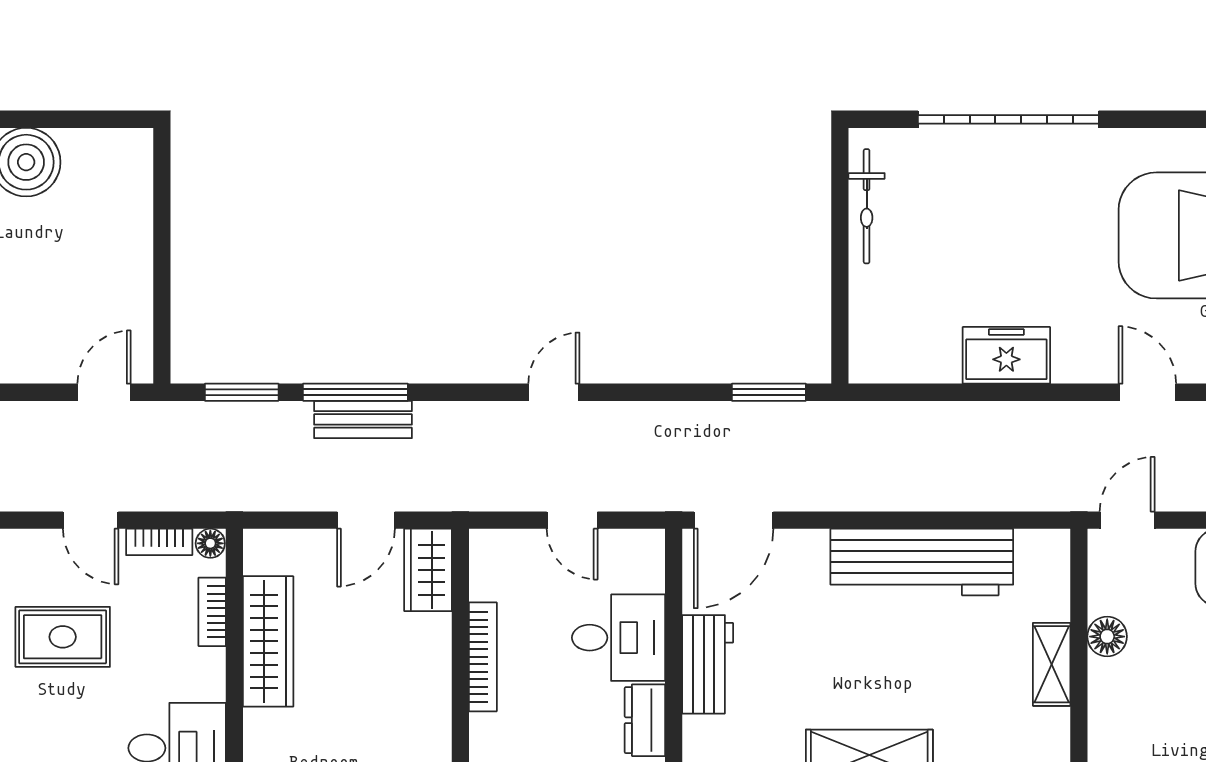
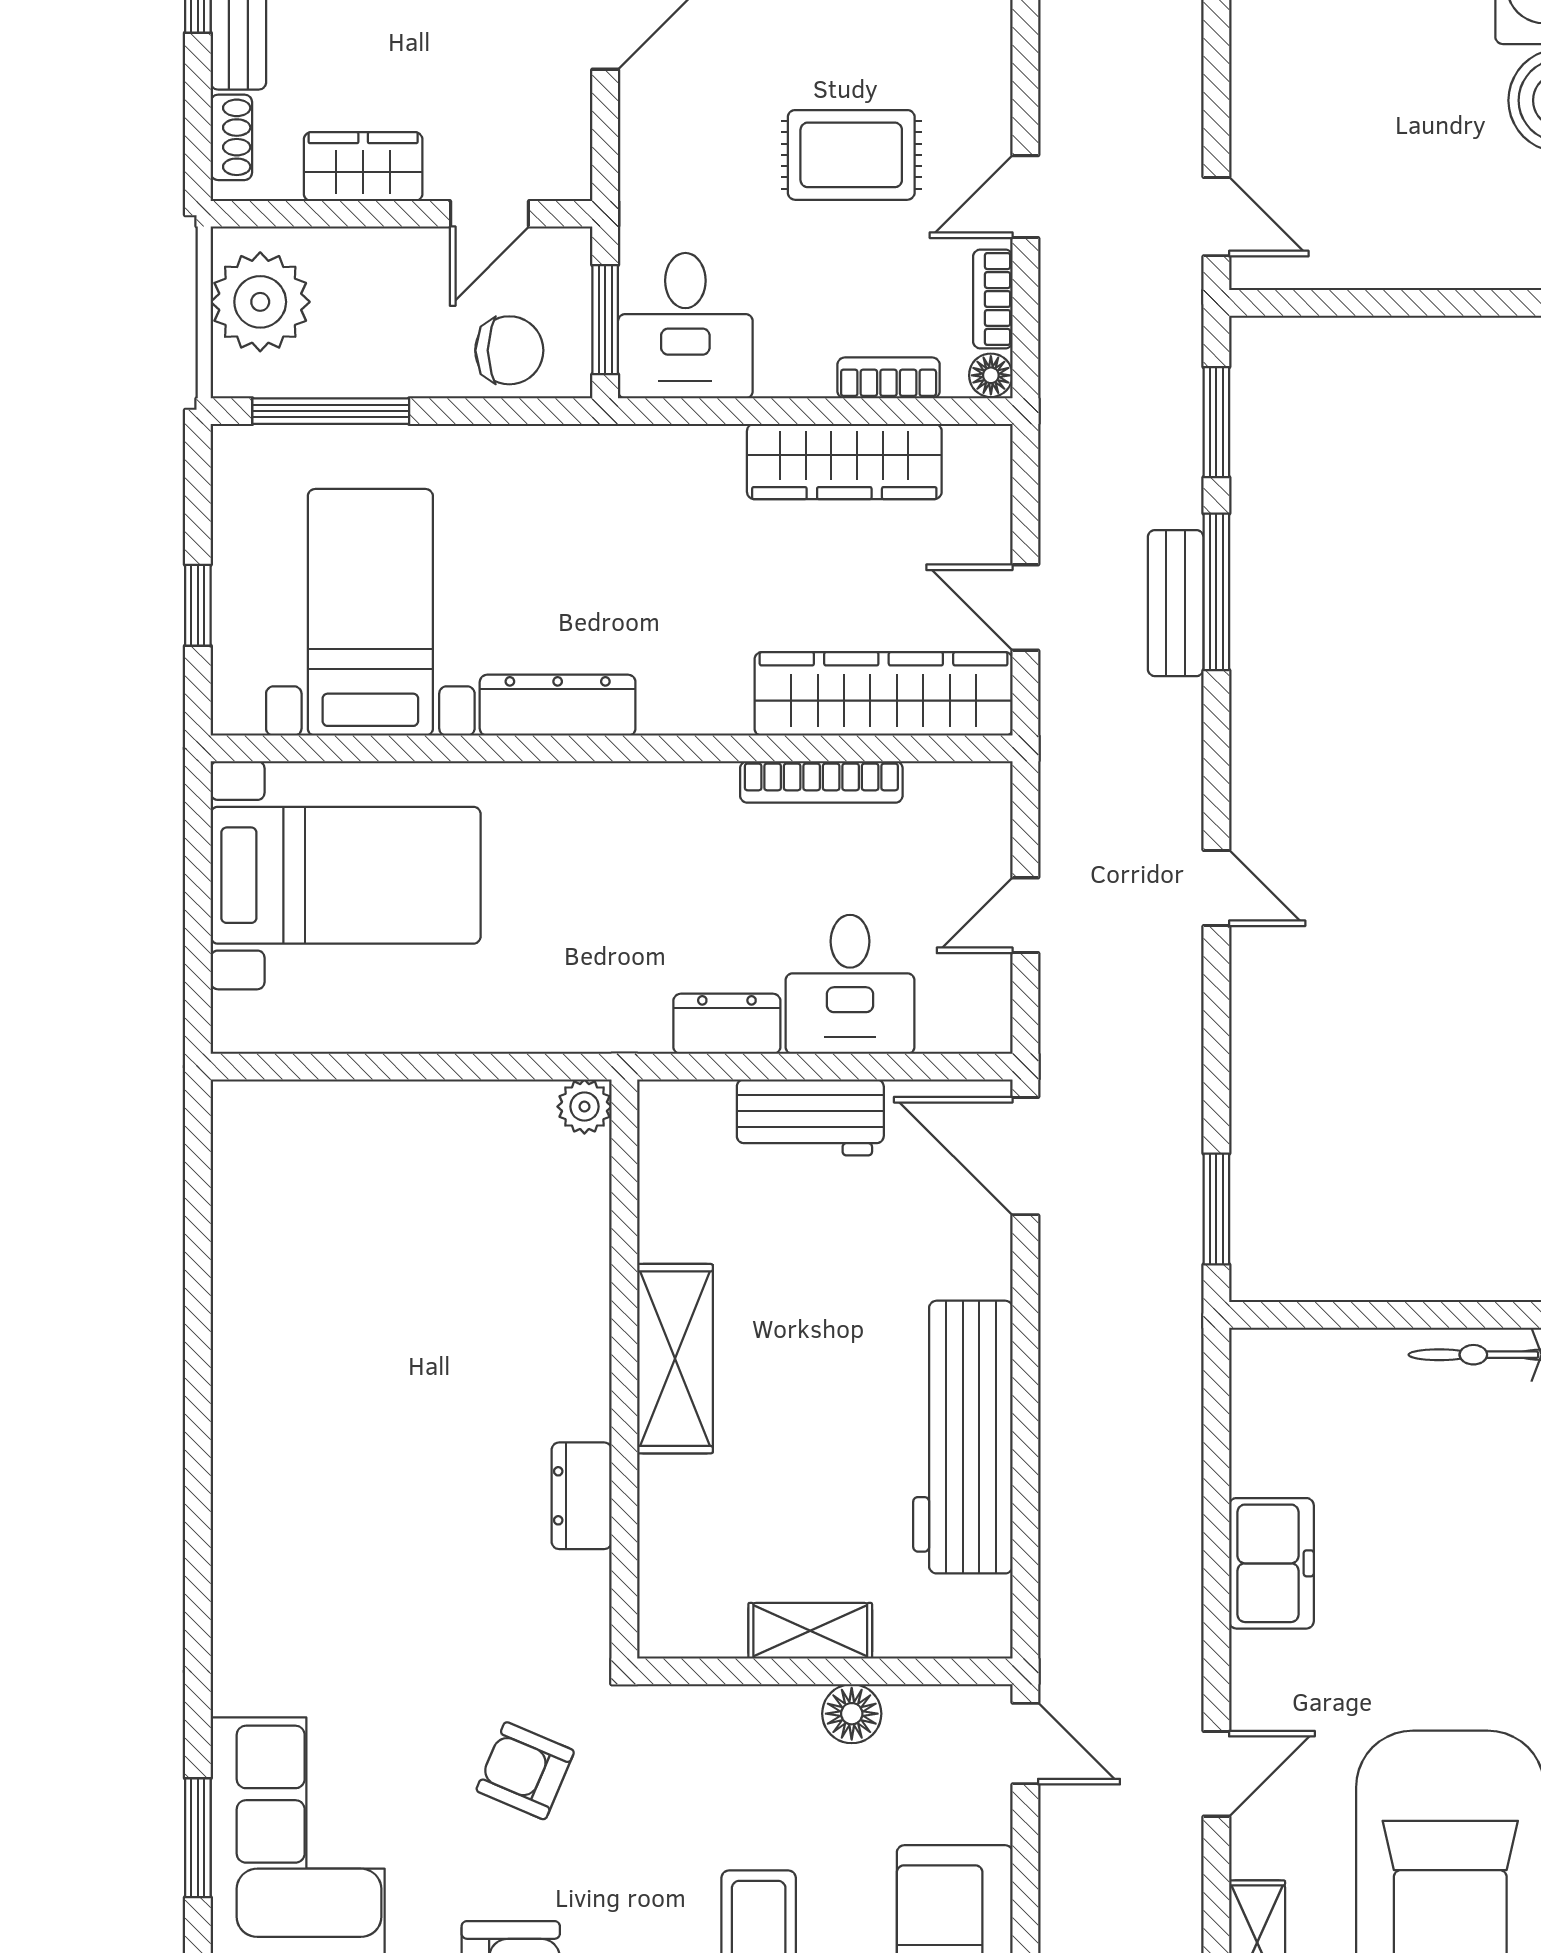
wardrobe: (428, 570) -> (884, 694), width x2.10, depth x1.17
rug: (63, 637) -> (851, 155), turned 90

